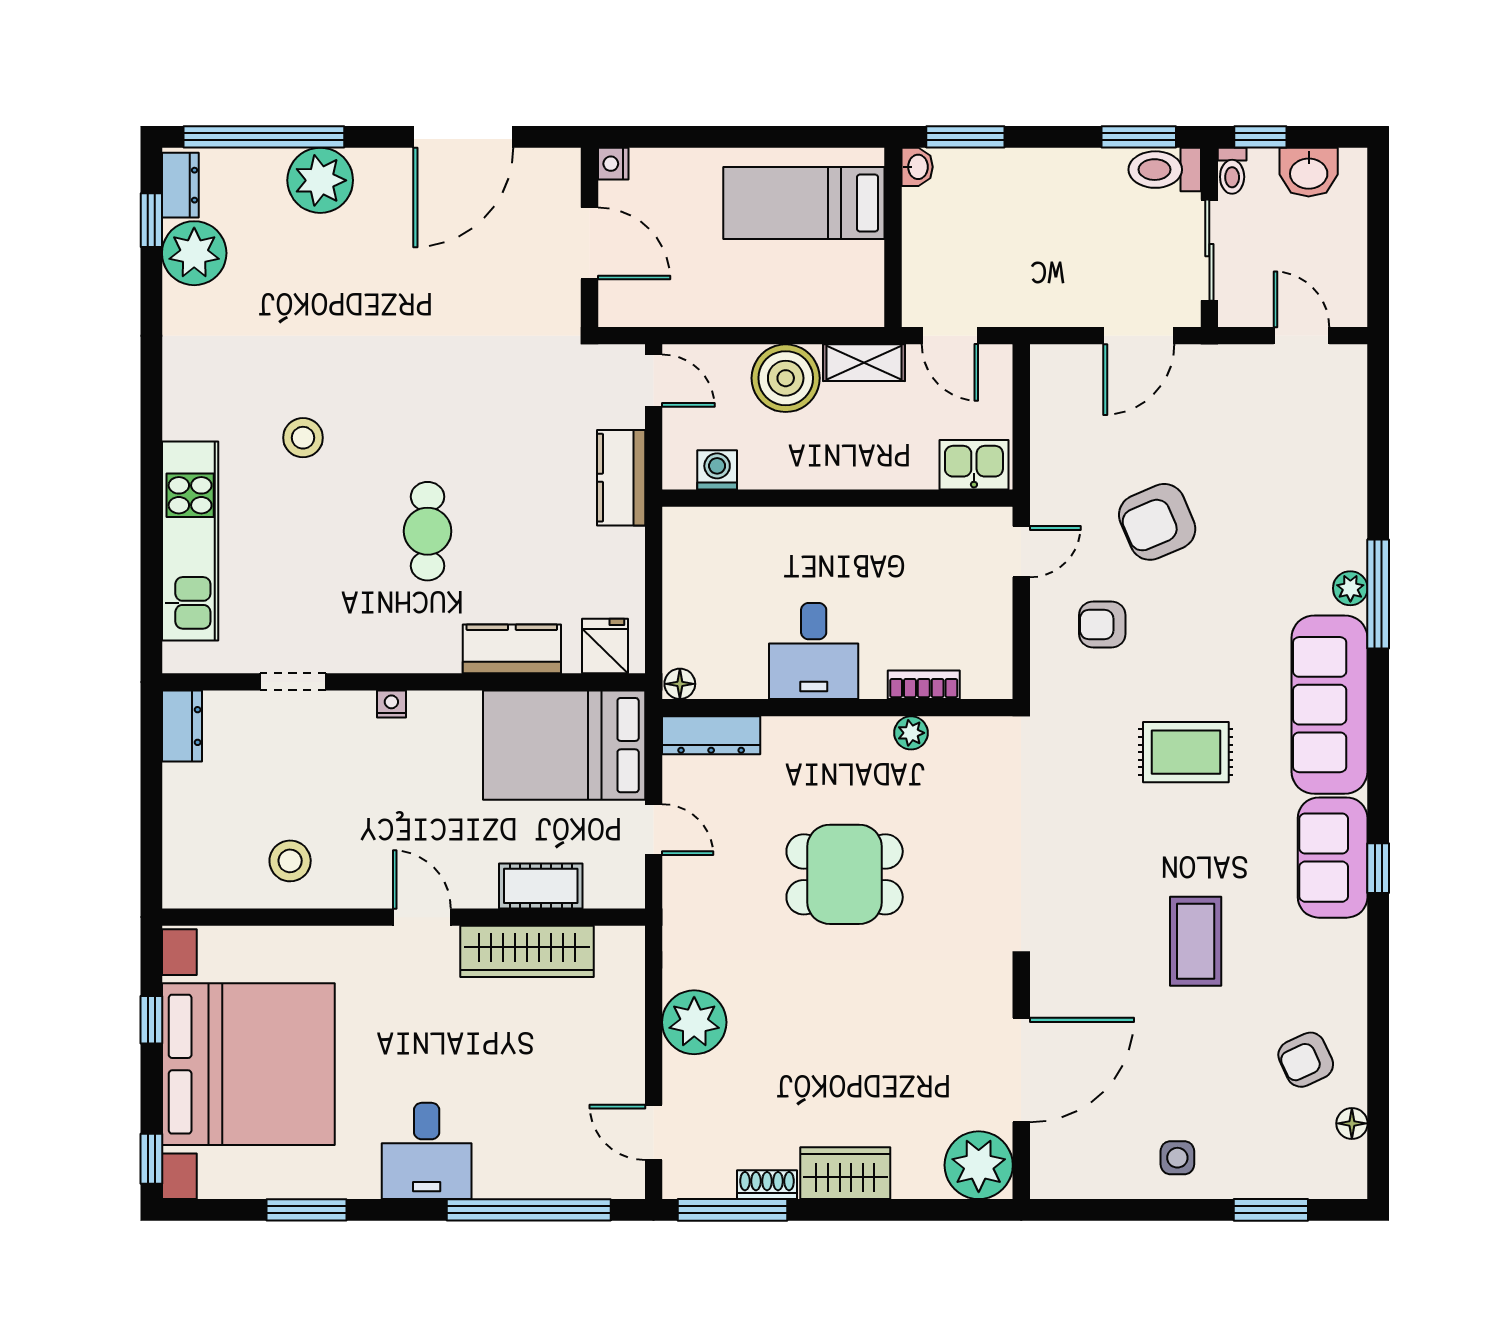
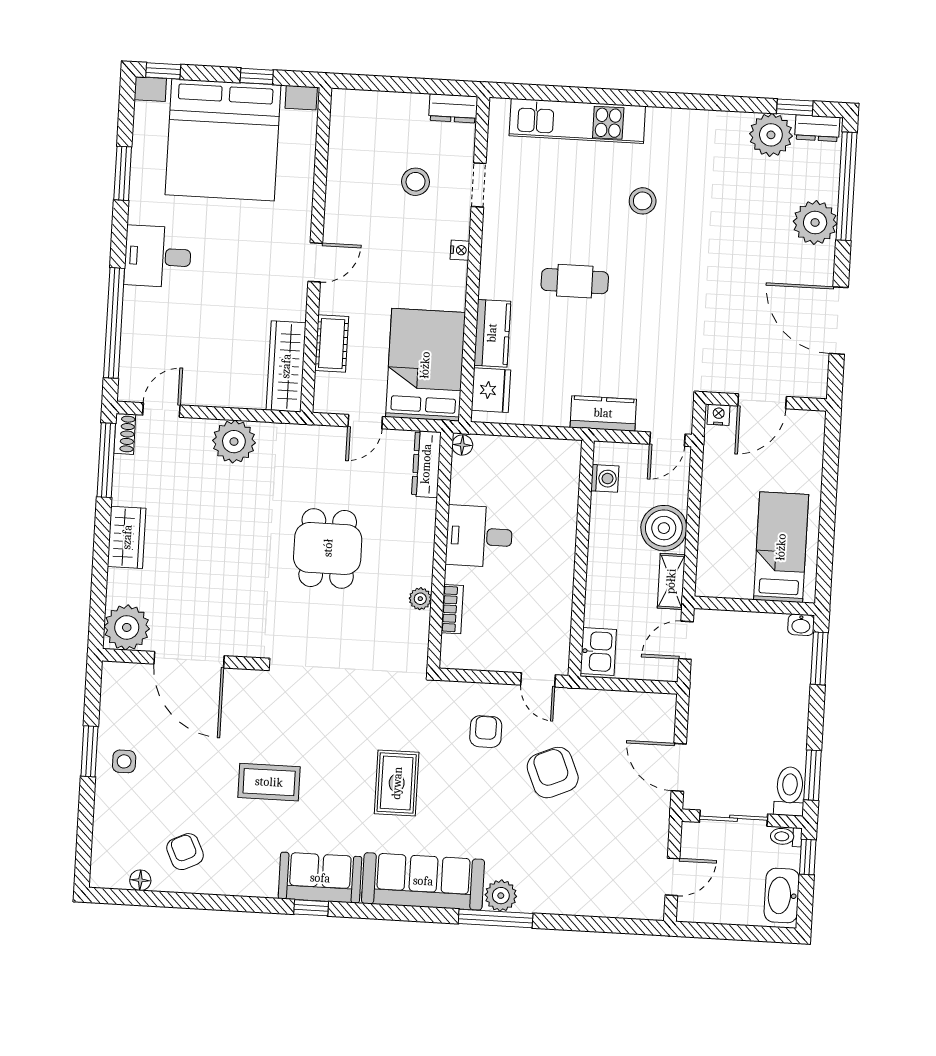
nightstand: (613, 164) -> (719, 415), moved
washbasin: (1309, 172) -> (782, 896), width x1.38
plant: (1350, 588) -> (501, 896), width x1.38, depth x1.38
fridge: (605, 646) -> (491, 390), width x1.38
stool: (290, 861) -> (416, 182), moved
wardrobe: (527, 951) -> (286, 366), moved
shoe rack: (767, 1185) -> (125, 434), moved
window: (1271, 1210) -> (89, 751), moved

